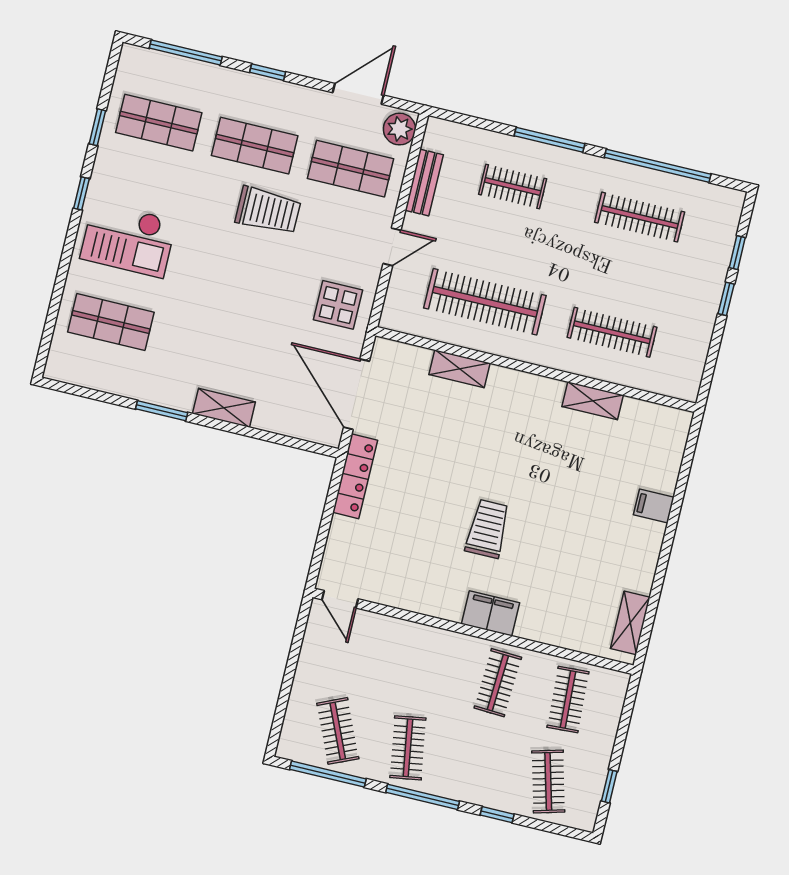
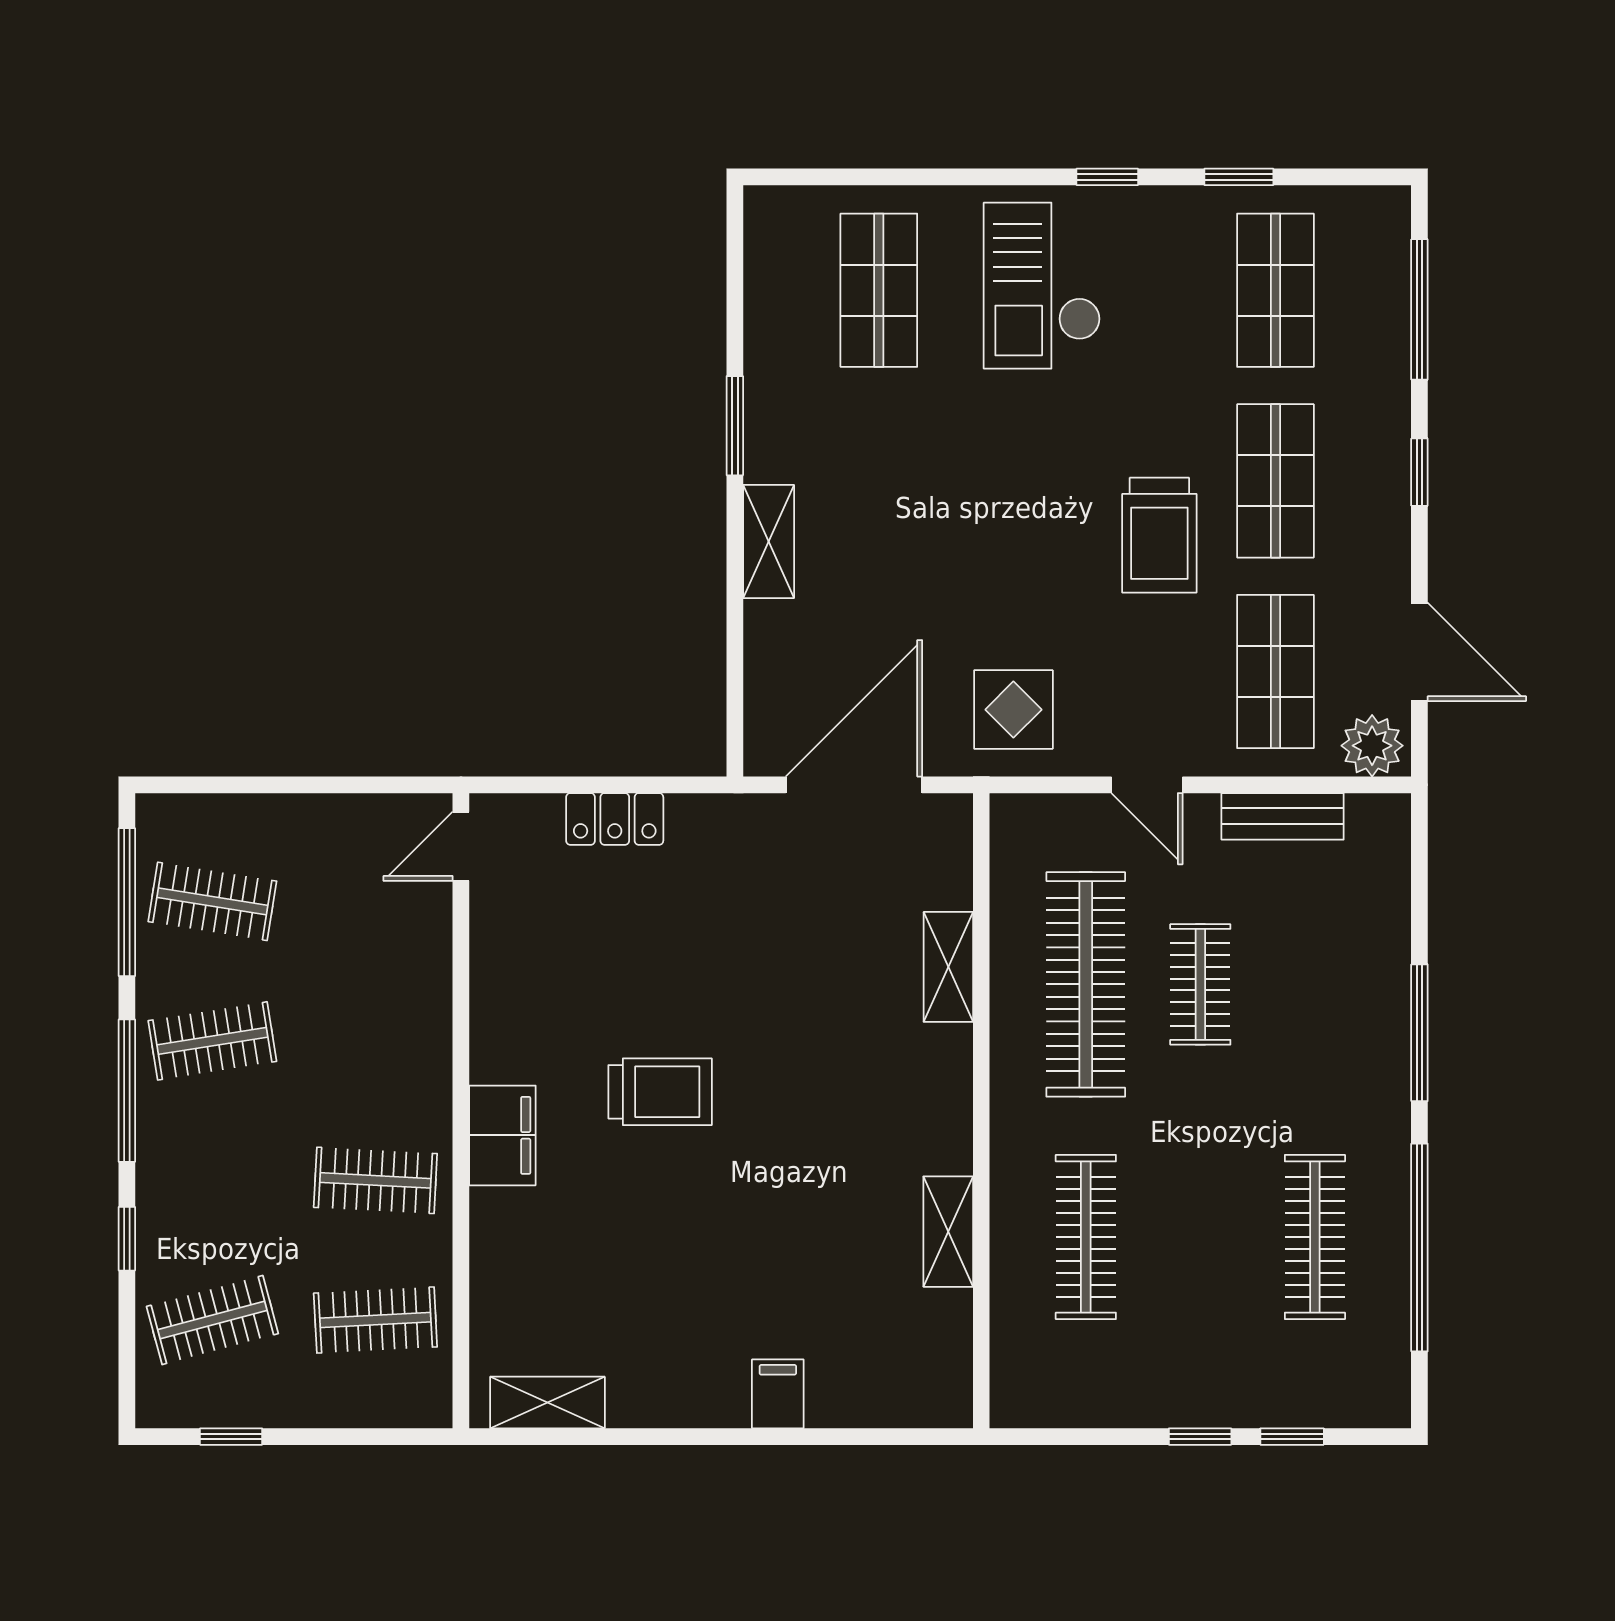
clothes rail: (513, 187) -> (1200, 984), moved
locker: (355, 476) -> (615, 819), moved, width x0.66
clothes rail: (338, 731) -> (212, 901), turned 33

